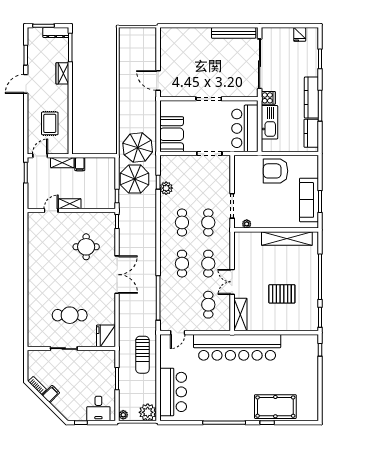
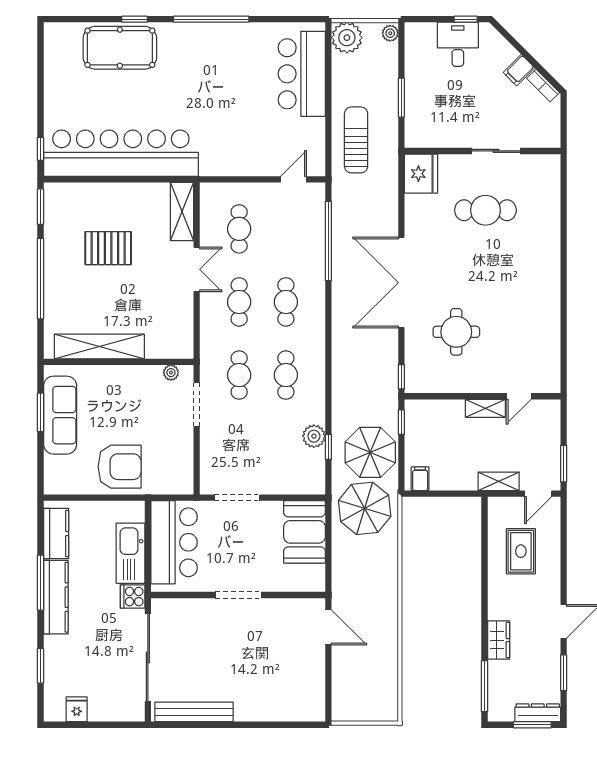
dresser: (56, 33) -> (538, 713), moved
filing cabinet: (80, 164) -> (420, 479), moved
double door: (117, 275) -> (401, 283), width x1.36
bar counter: (237, 347) -> (121, 153), moved
desk: (98, 409) -> (458, 44), moved

